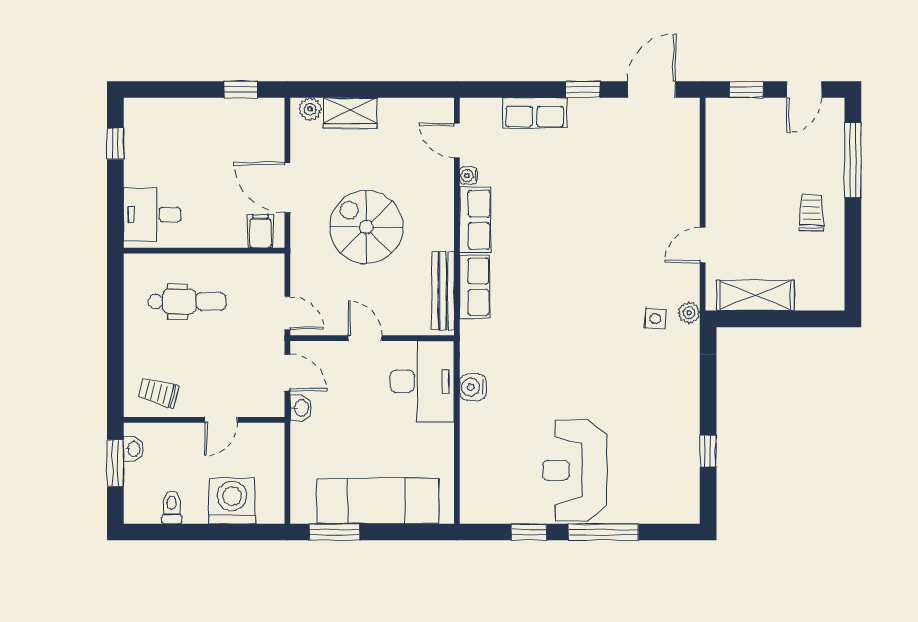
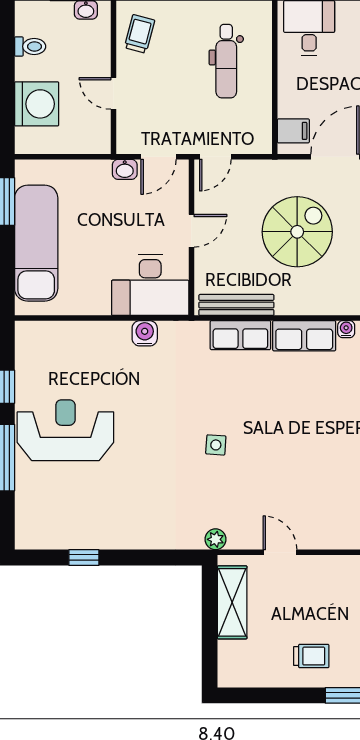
side table: (655, 319) -> (216, 445), moved

